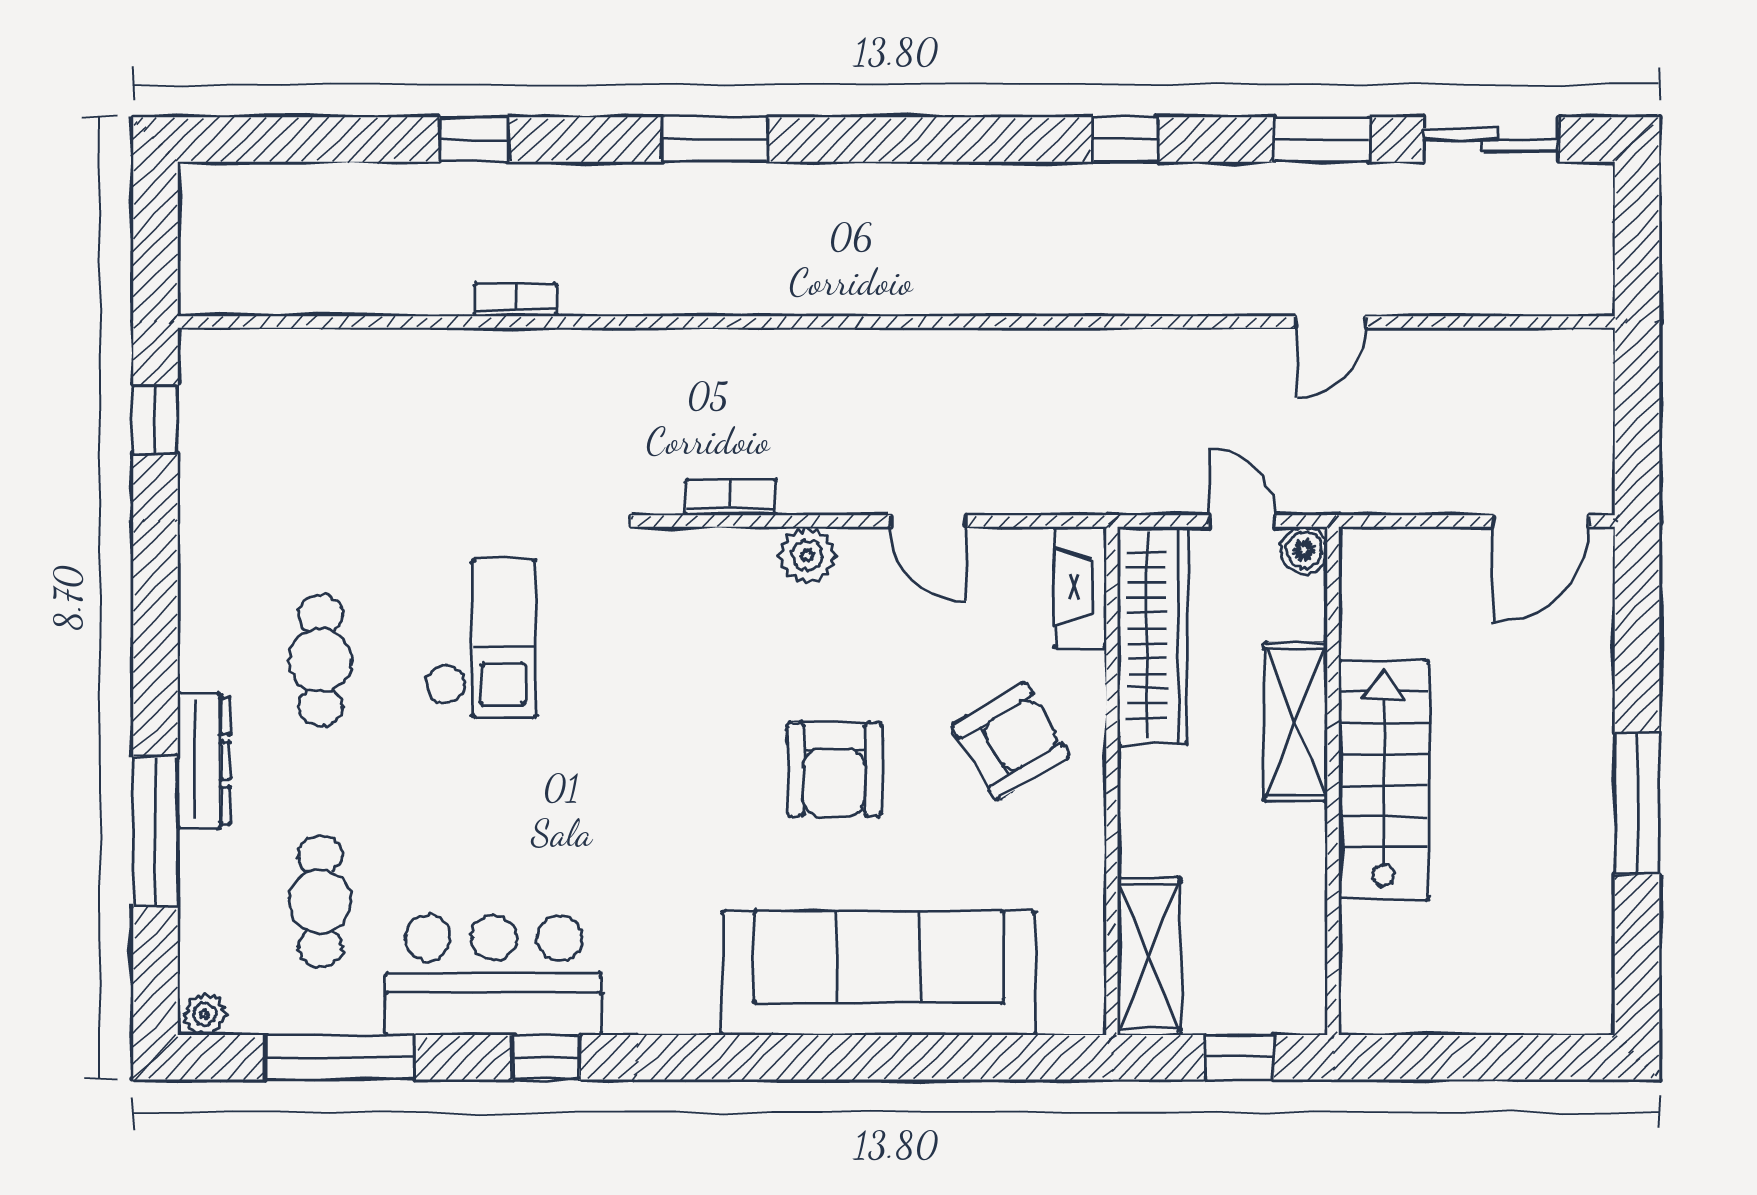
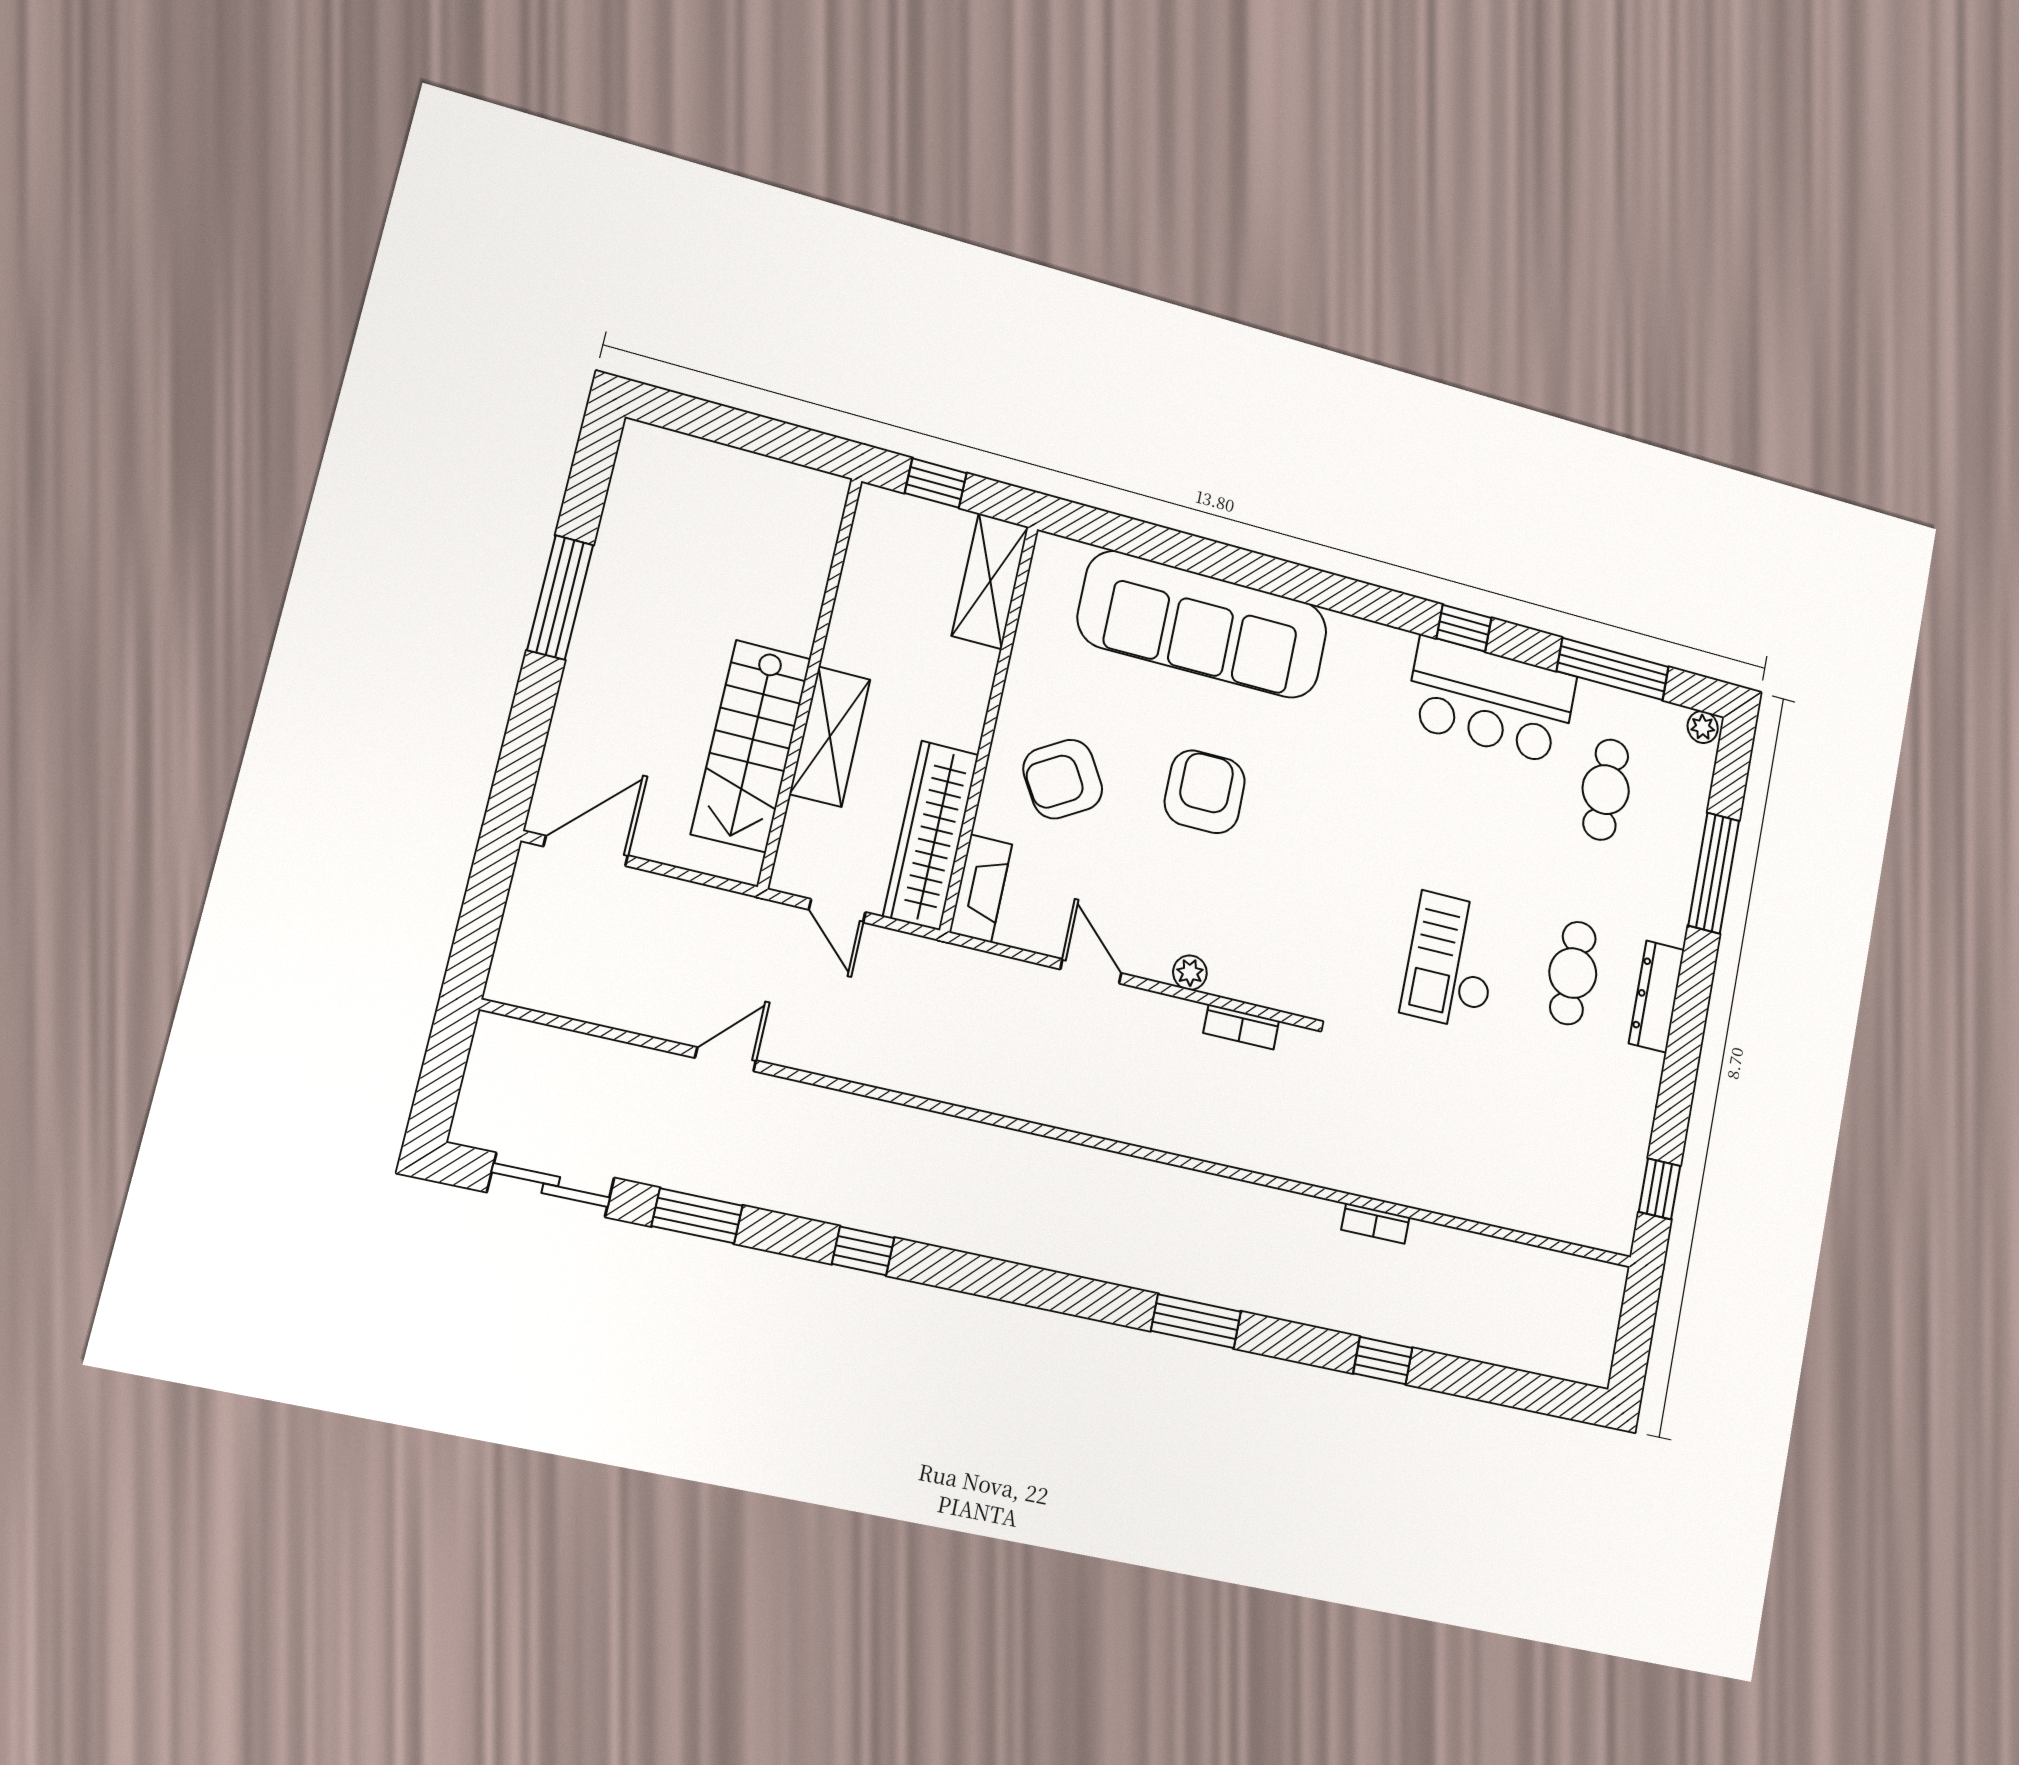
boiler: (1304, 550) -> (791, 875), removed
plant: (807, 555) -> (1190, 973), width x0.73, depth x0.73
dresser: (204, 761) -> (1656, 997), moved
stairs: (1384, 780) -> (751, 746), moved

